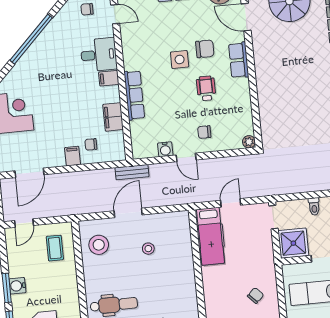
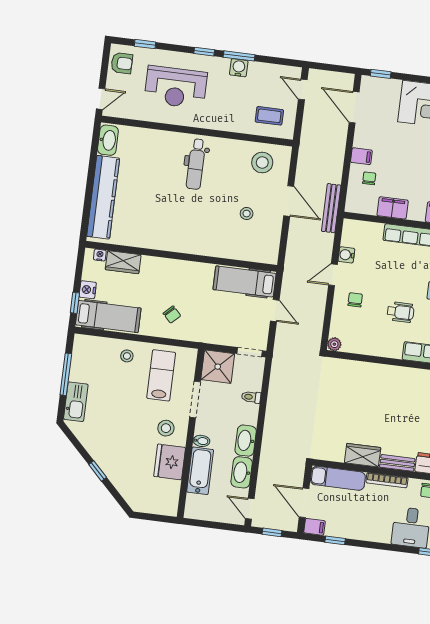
bench: (132, 172) -> (331, 208), width x1.36

